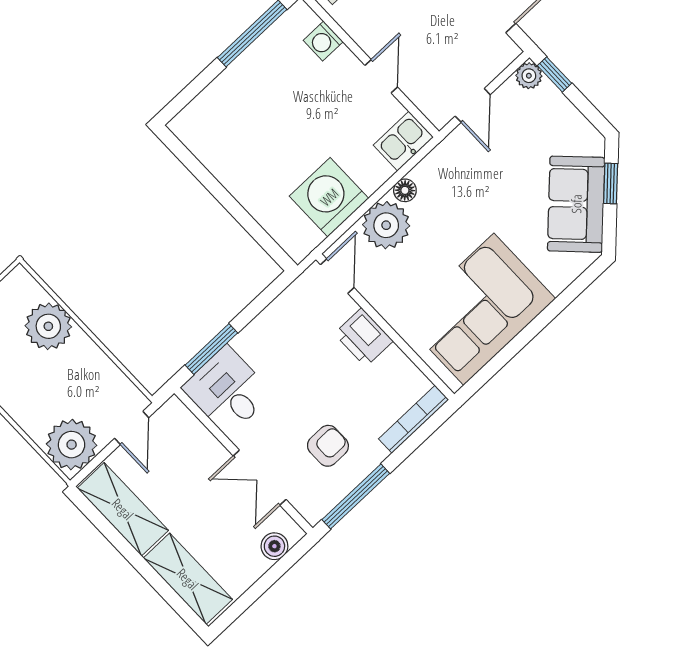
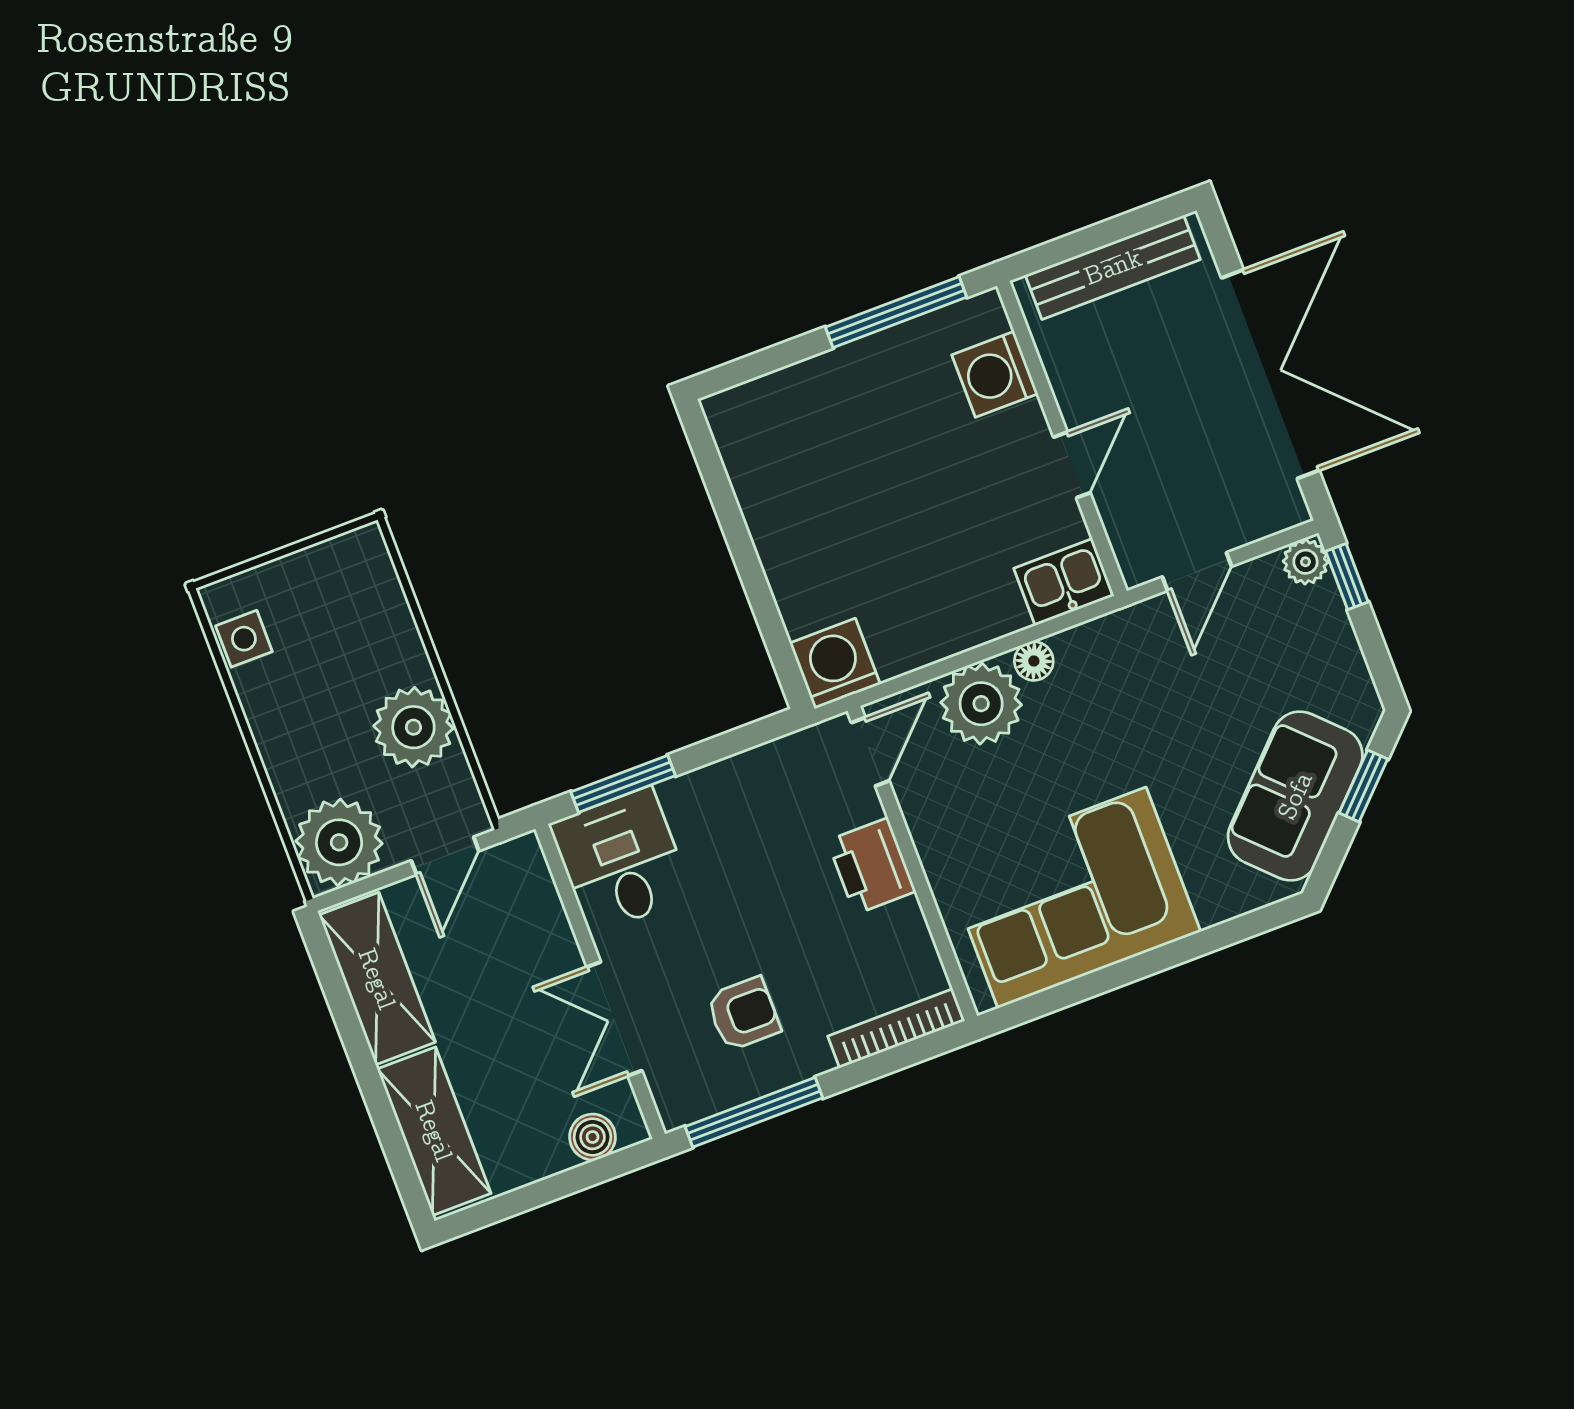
washing machine: (323, 41) -> (995, 374), width x1.38, depth x1.38
washing machine: (329, 197) -> (835, 664), moved, width x0.73, depth x0.73
plant: (48, 326) -> (413, 727), moved

